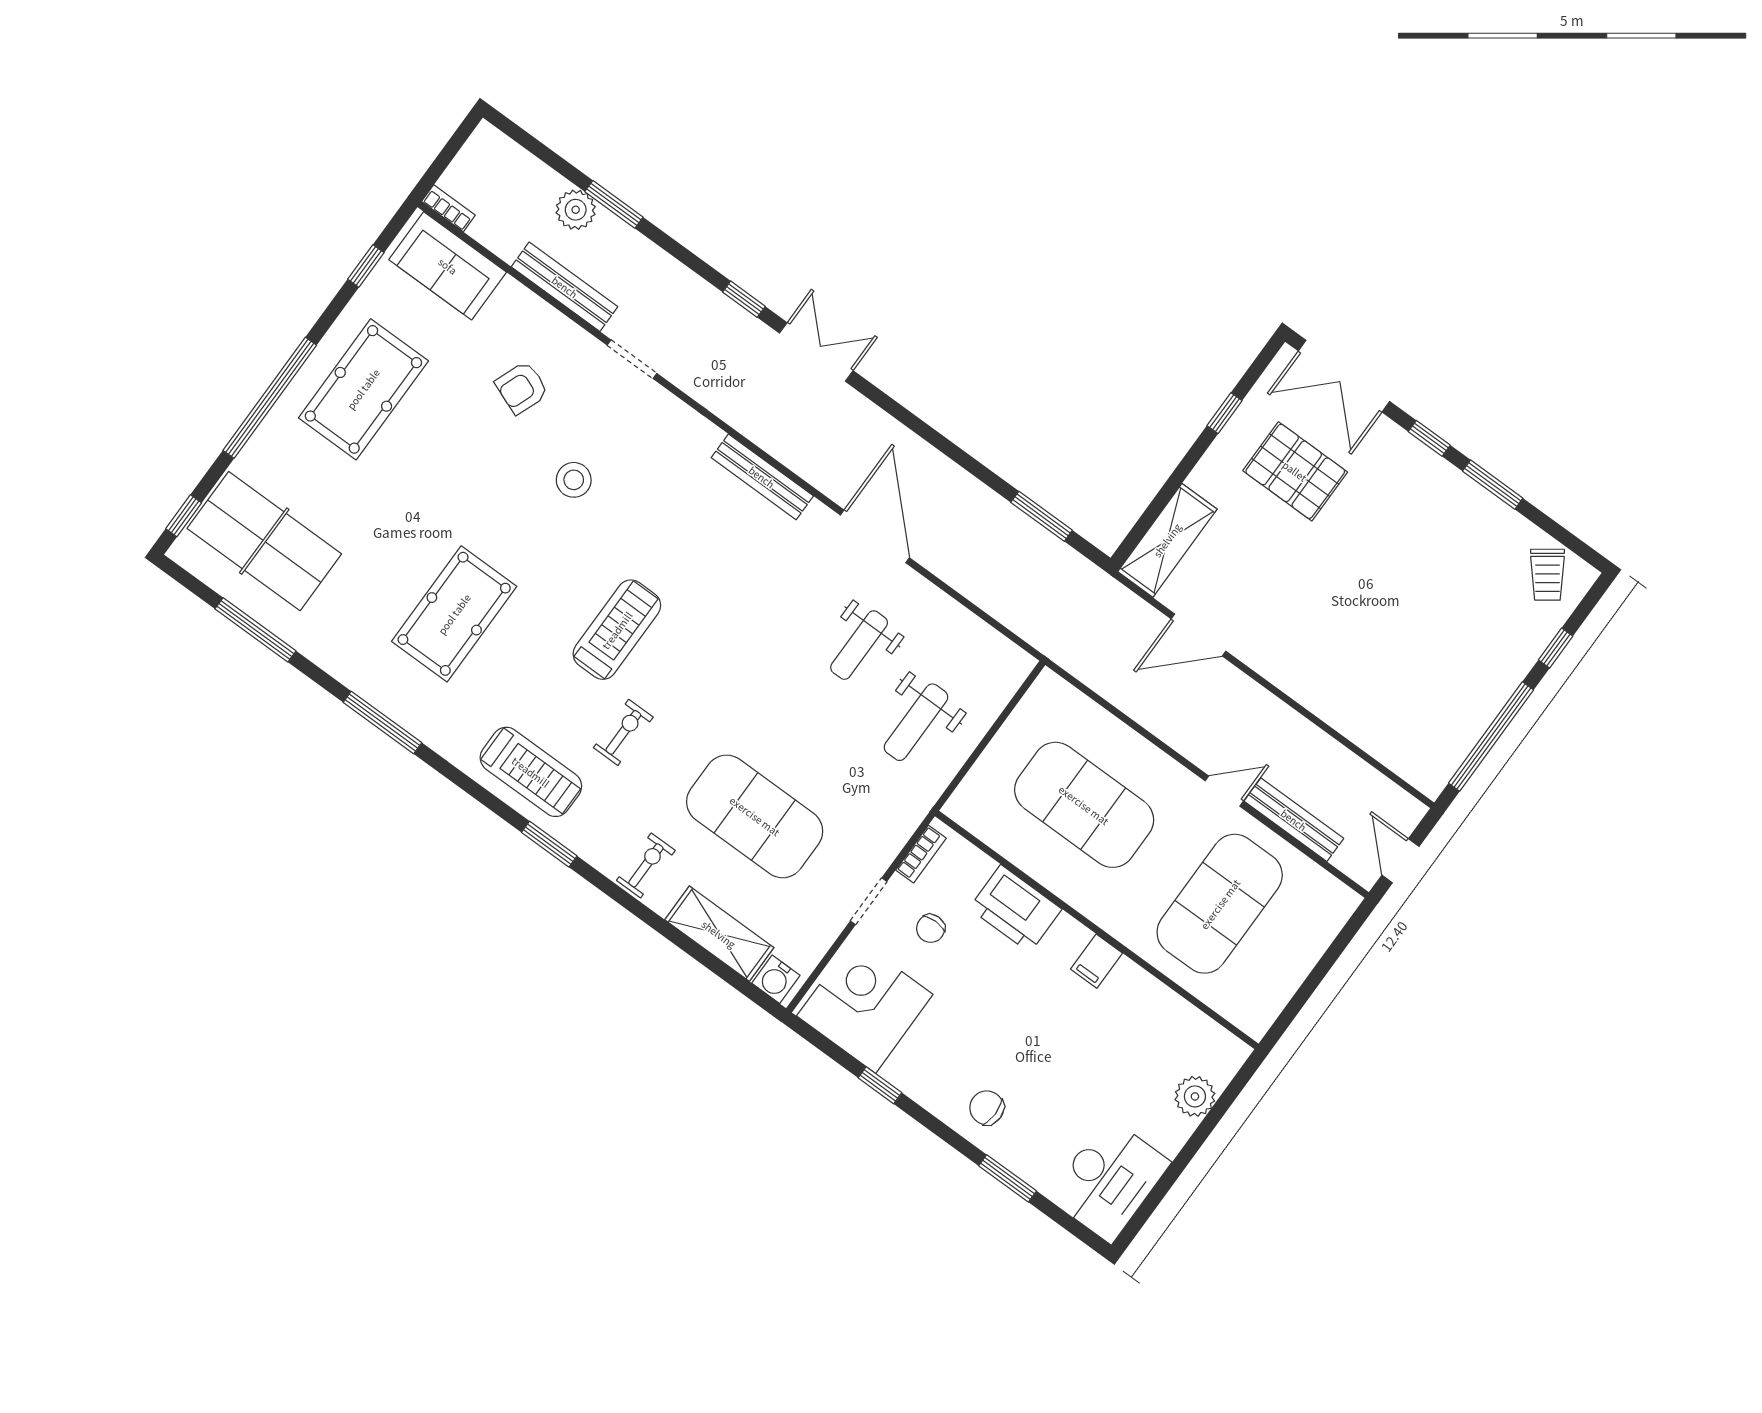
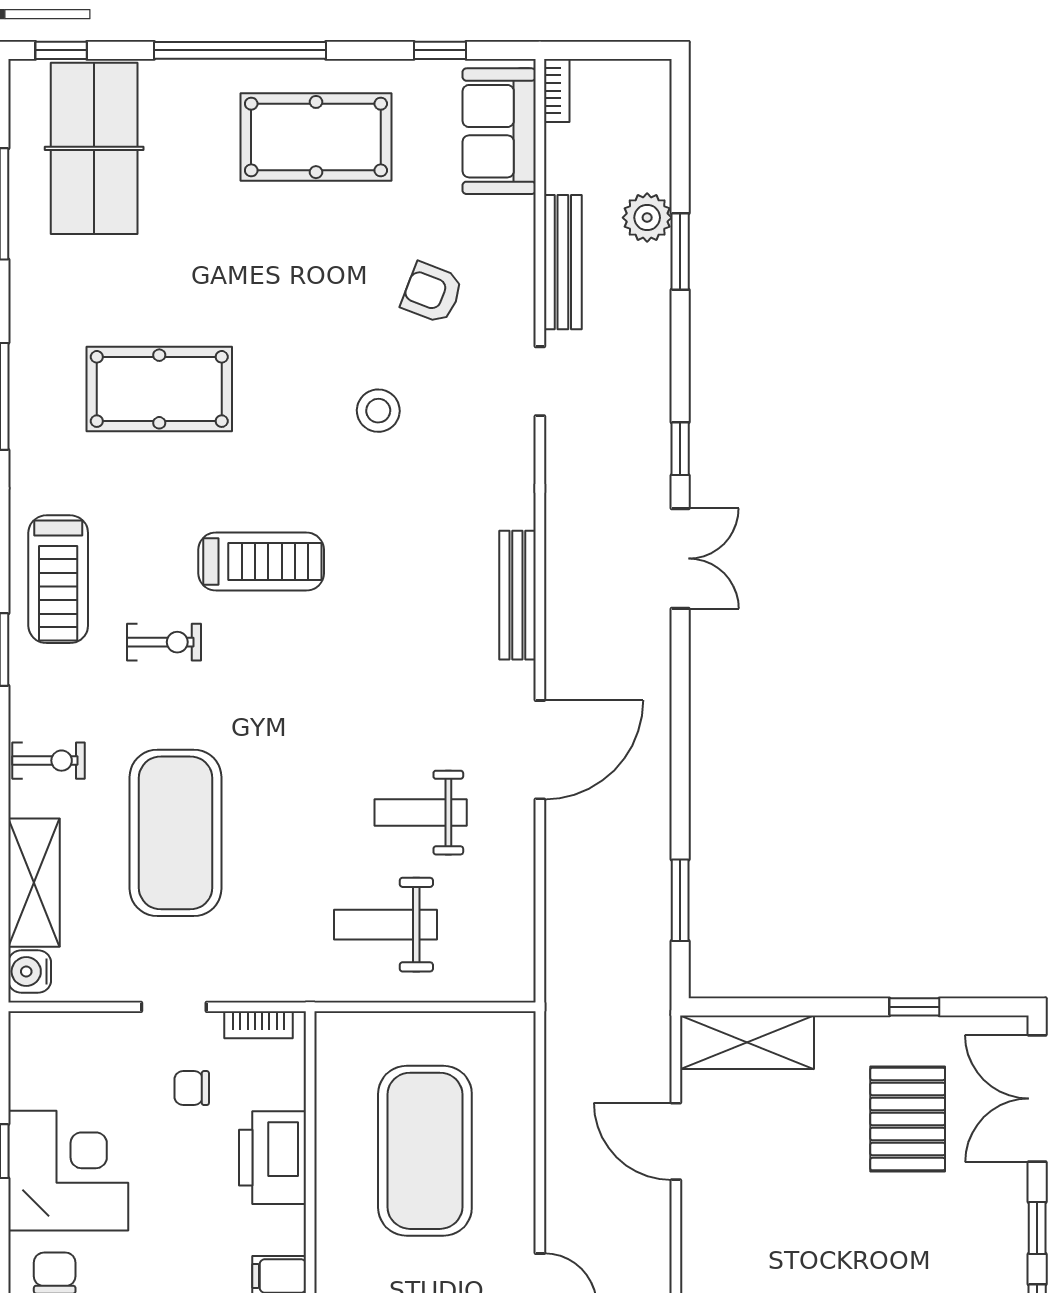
corner desk: (865, 1005) -> (68, 1171), moved

